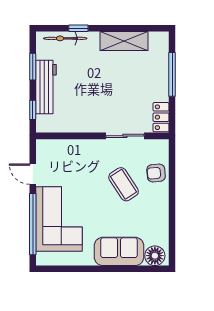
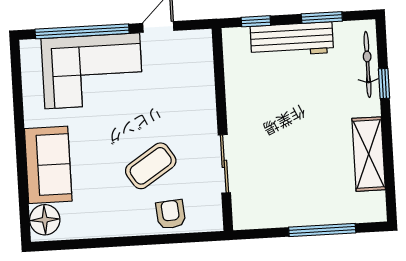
locker: (161, 117) -> (256, 217), removed

